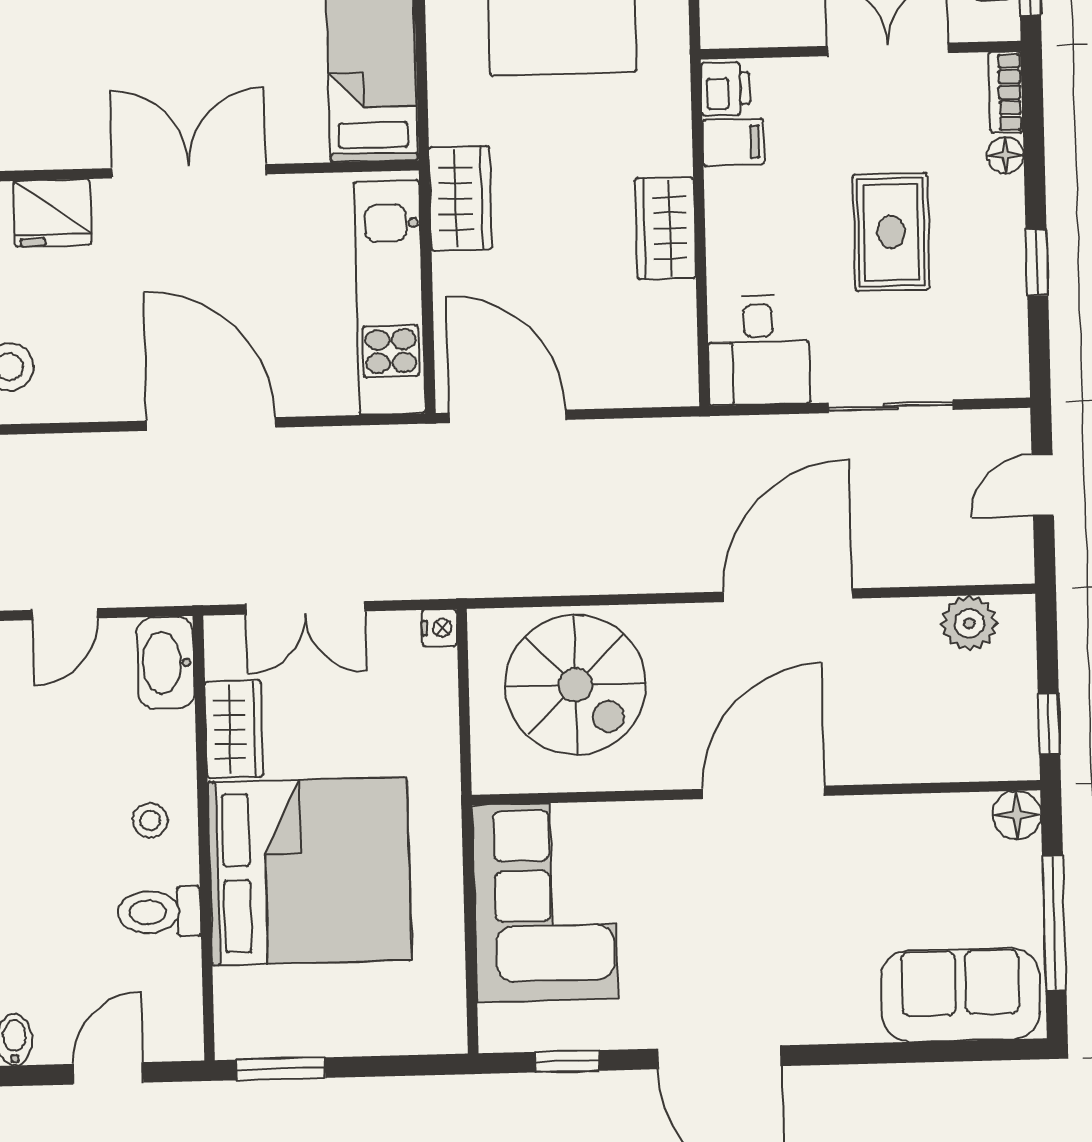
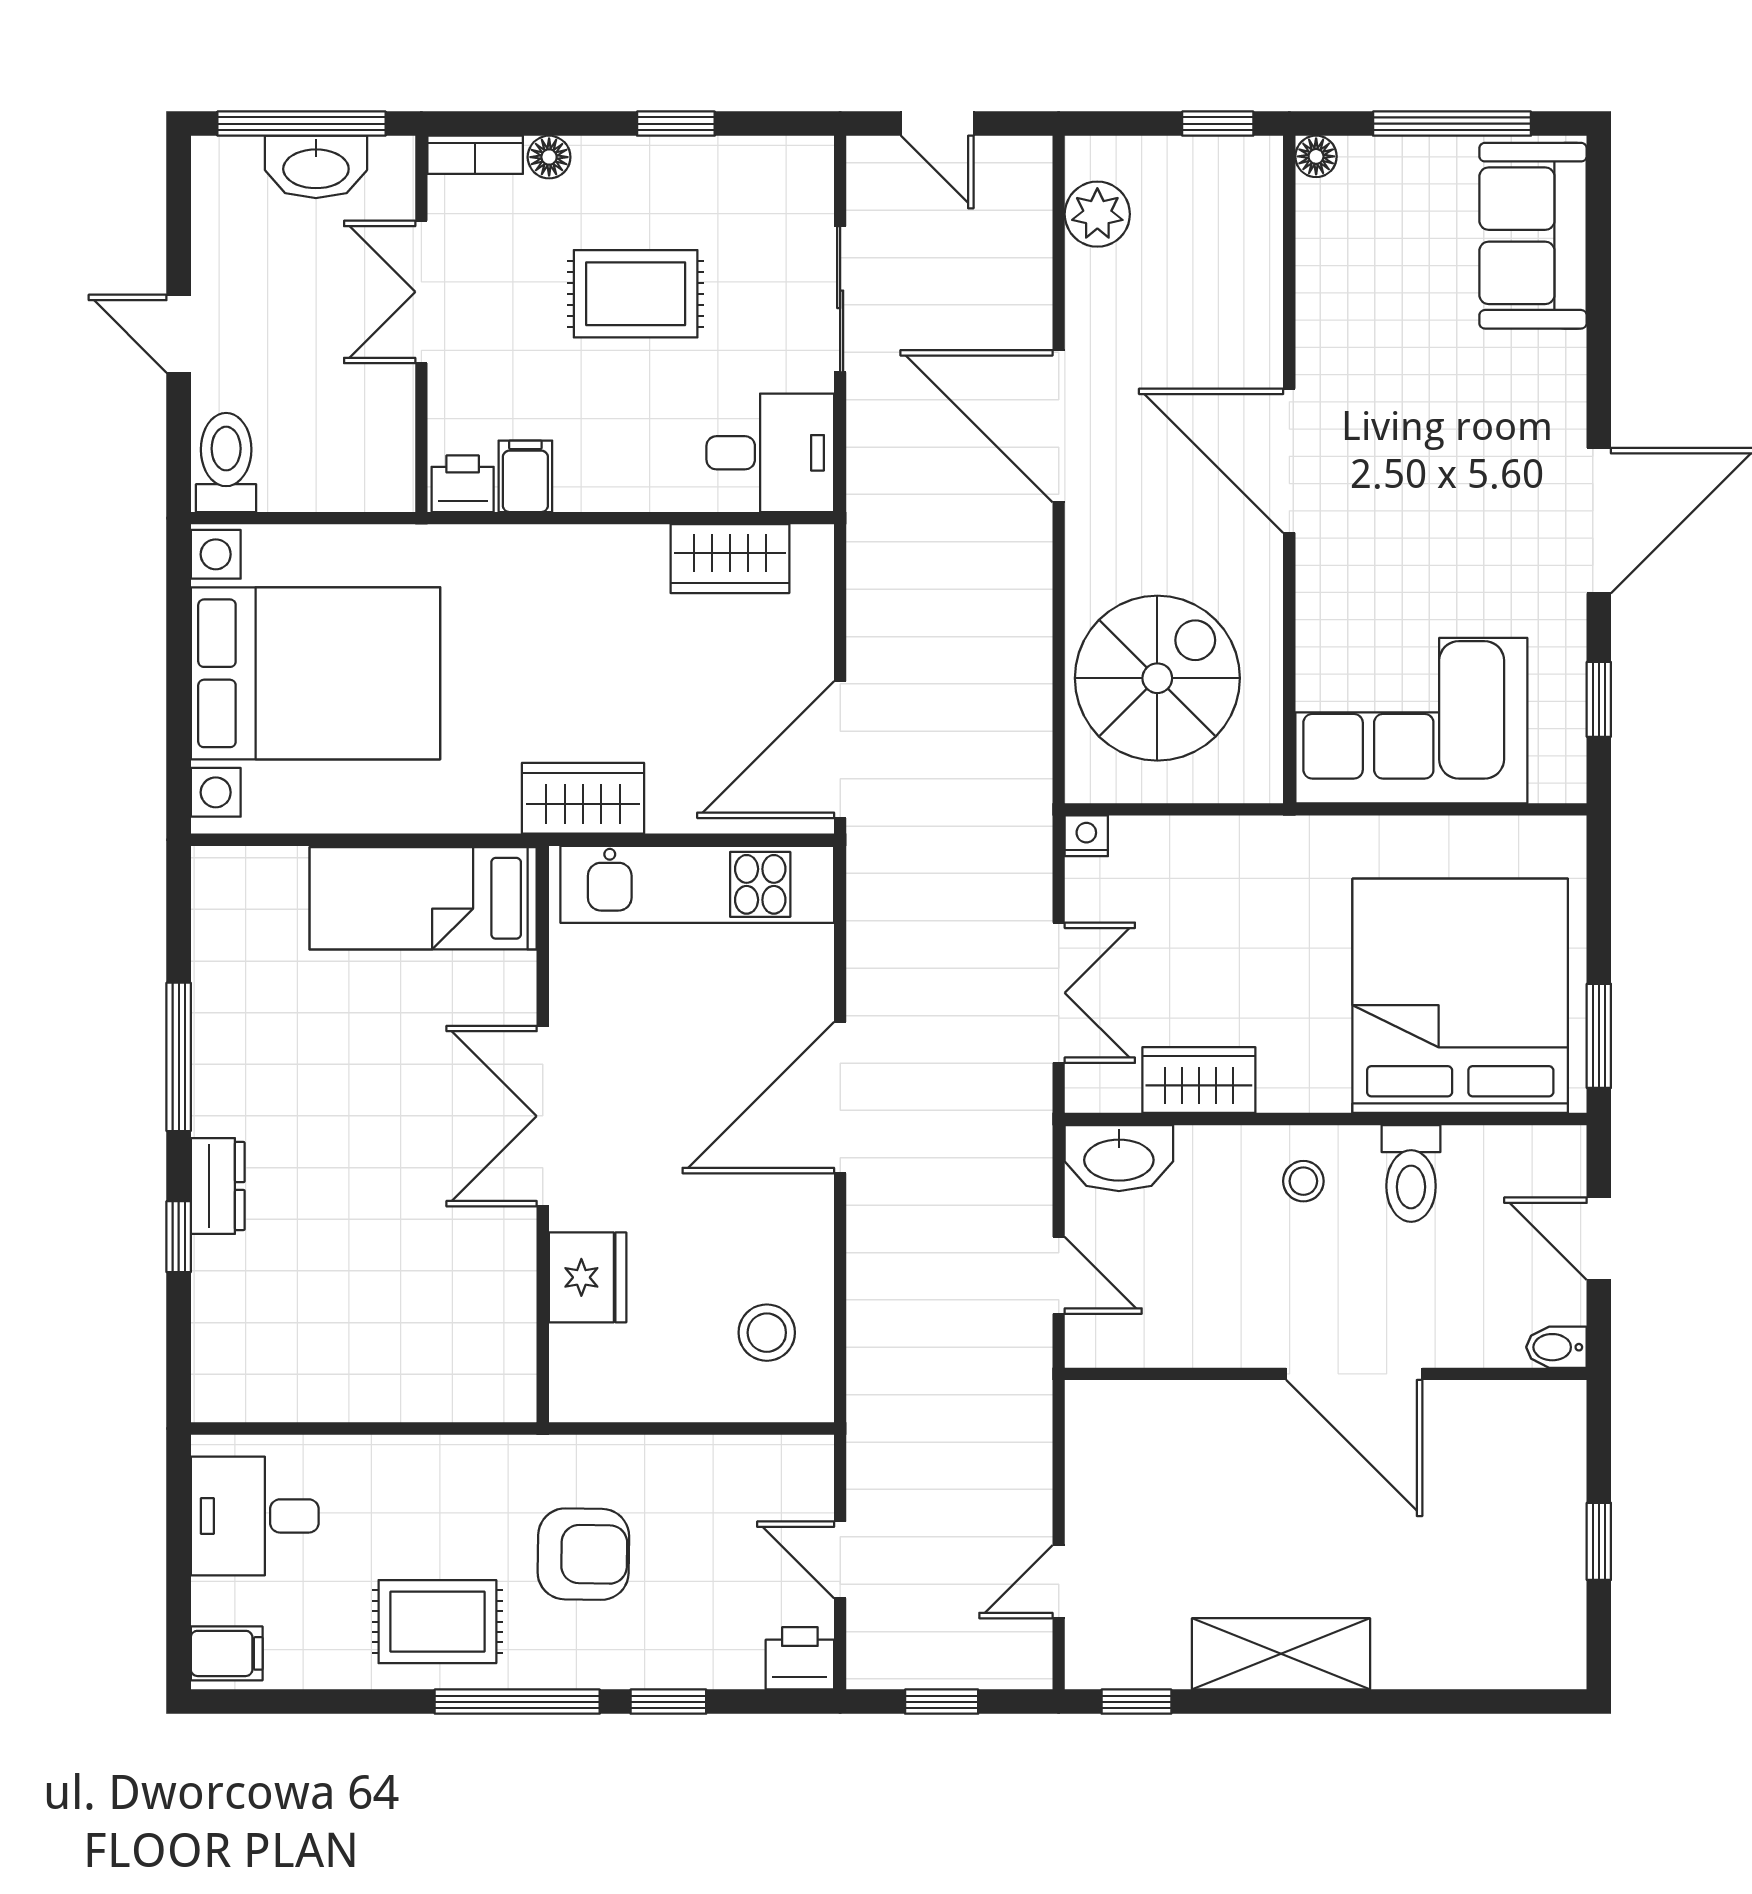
wardrobe: (665, 228) -> (730, 559), moved
floor lamp: (1017, 815) -> (1316, 156), width x0.73, depth x0.73
bed: (310, 871) -> (1460, 996), moved

